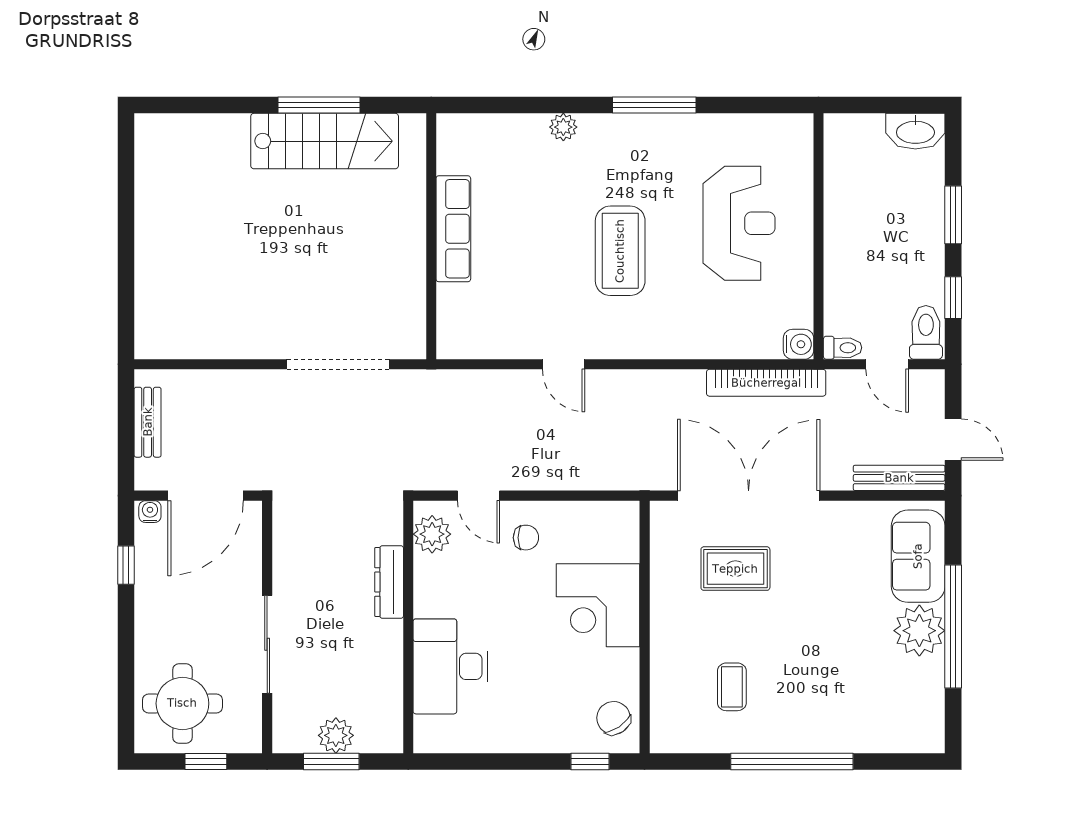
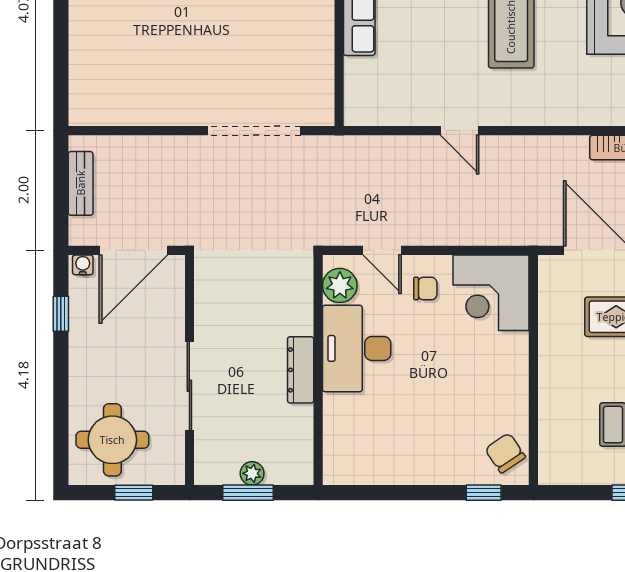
dresser: (389, 582) -> (301, 370), moved
corner desk: (598, 605) -> (491, 293), moved
desk: (451, 666) -> (357, 348), moved
plant: (336, 735) -> (252, 473), width x0.73, depth x0.73

